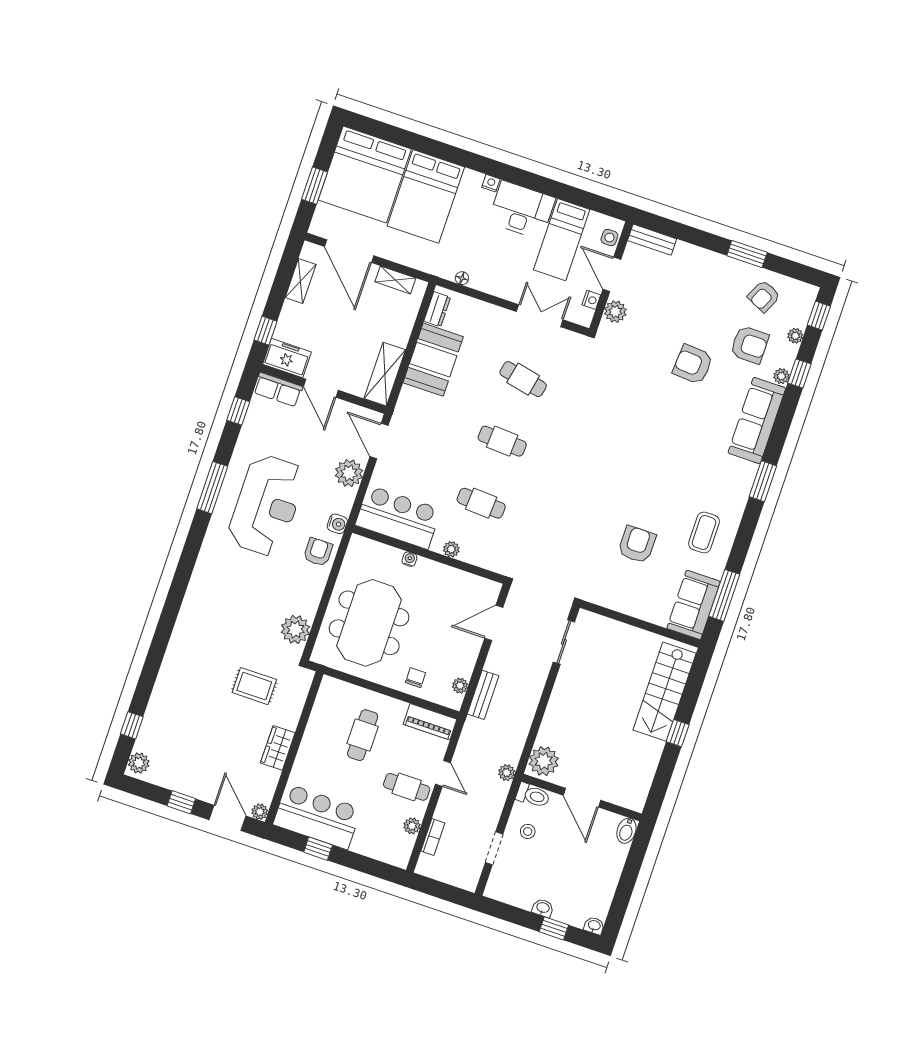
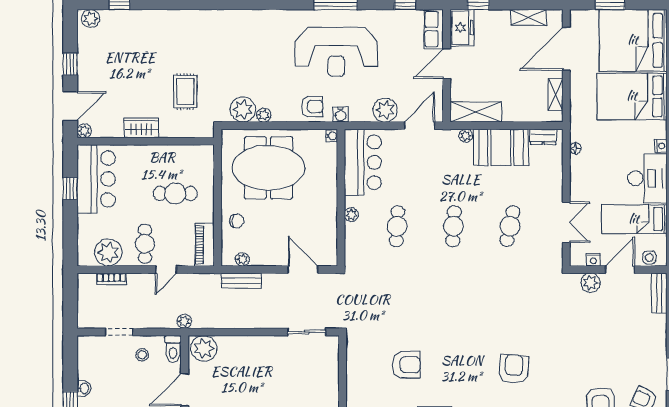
armchair: (693, 364) -> (514, 369), moved
plant: (407, 394) -> (466, 136), added
water cooler: (409, 559) -> (332, 136), moved
plant: (309, 608) -> (264, 115), added
plant: (412, 826) -> (108, 253), width x1.88, depth x1.88

